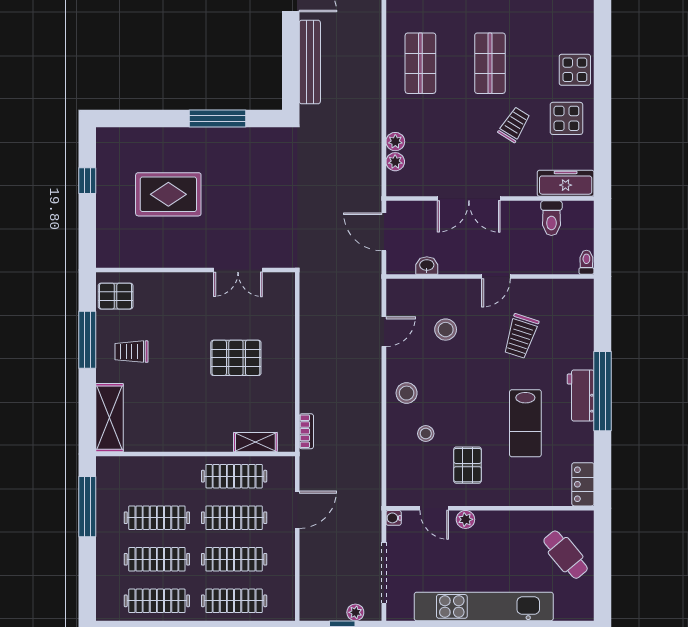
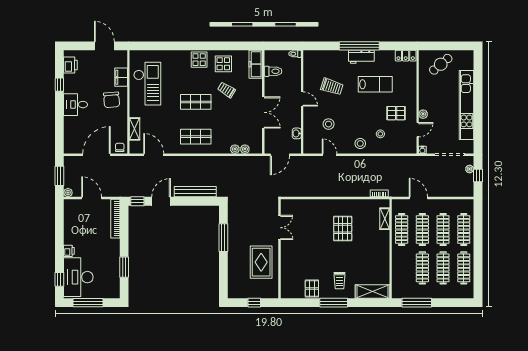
wall: (195, 270) -> (279, 249), moved
double door: (238, 270) -> (279, 228), moved

